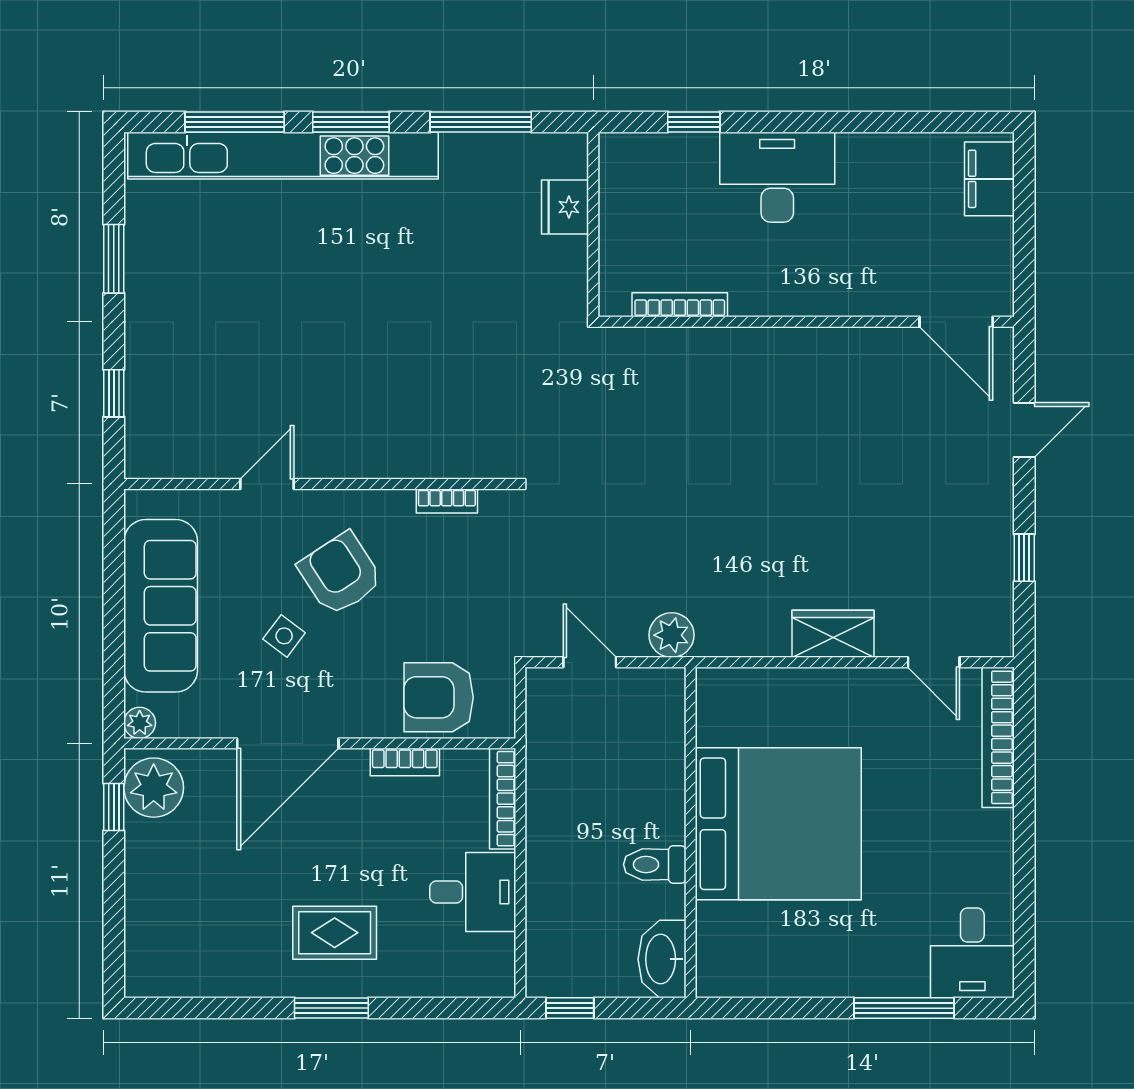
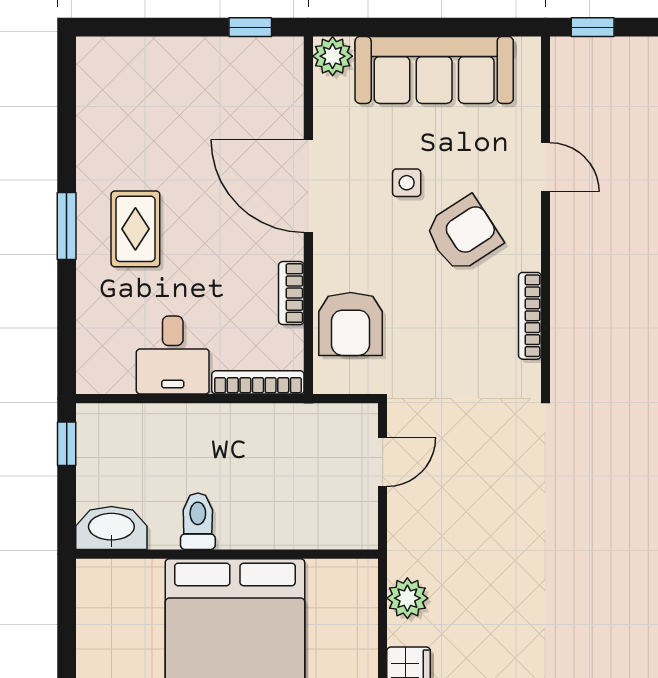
window: (114, 393) -> (593, 27), moved
bookcase: (447, 501) -> (530, 316), width x1.56
plant: (672, 635) -> (407, 598), moved
side table: (284, 636) -> (407, 183), turned -37
armchair: (439, 697) -> (351, 324), turned 180
plant: (140, 723) -> (333, 56), width x1.38, depth x1.38
plant: (154, 788) -> (268, 64), removed

